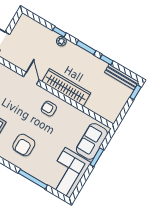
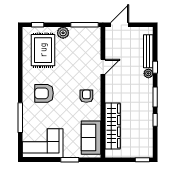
bench: (122, 77) -> (148, 51), moved
wardrobe: (66, 87) -> (113, 126), moved
sofa: (92, 141) -> (91, 138), moved, turned -90

